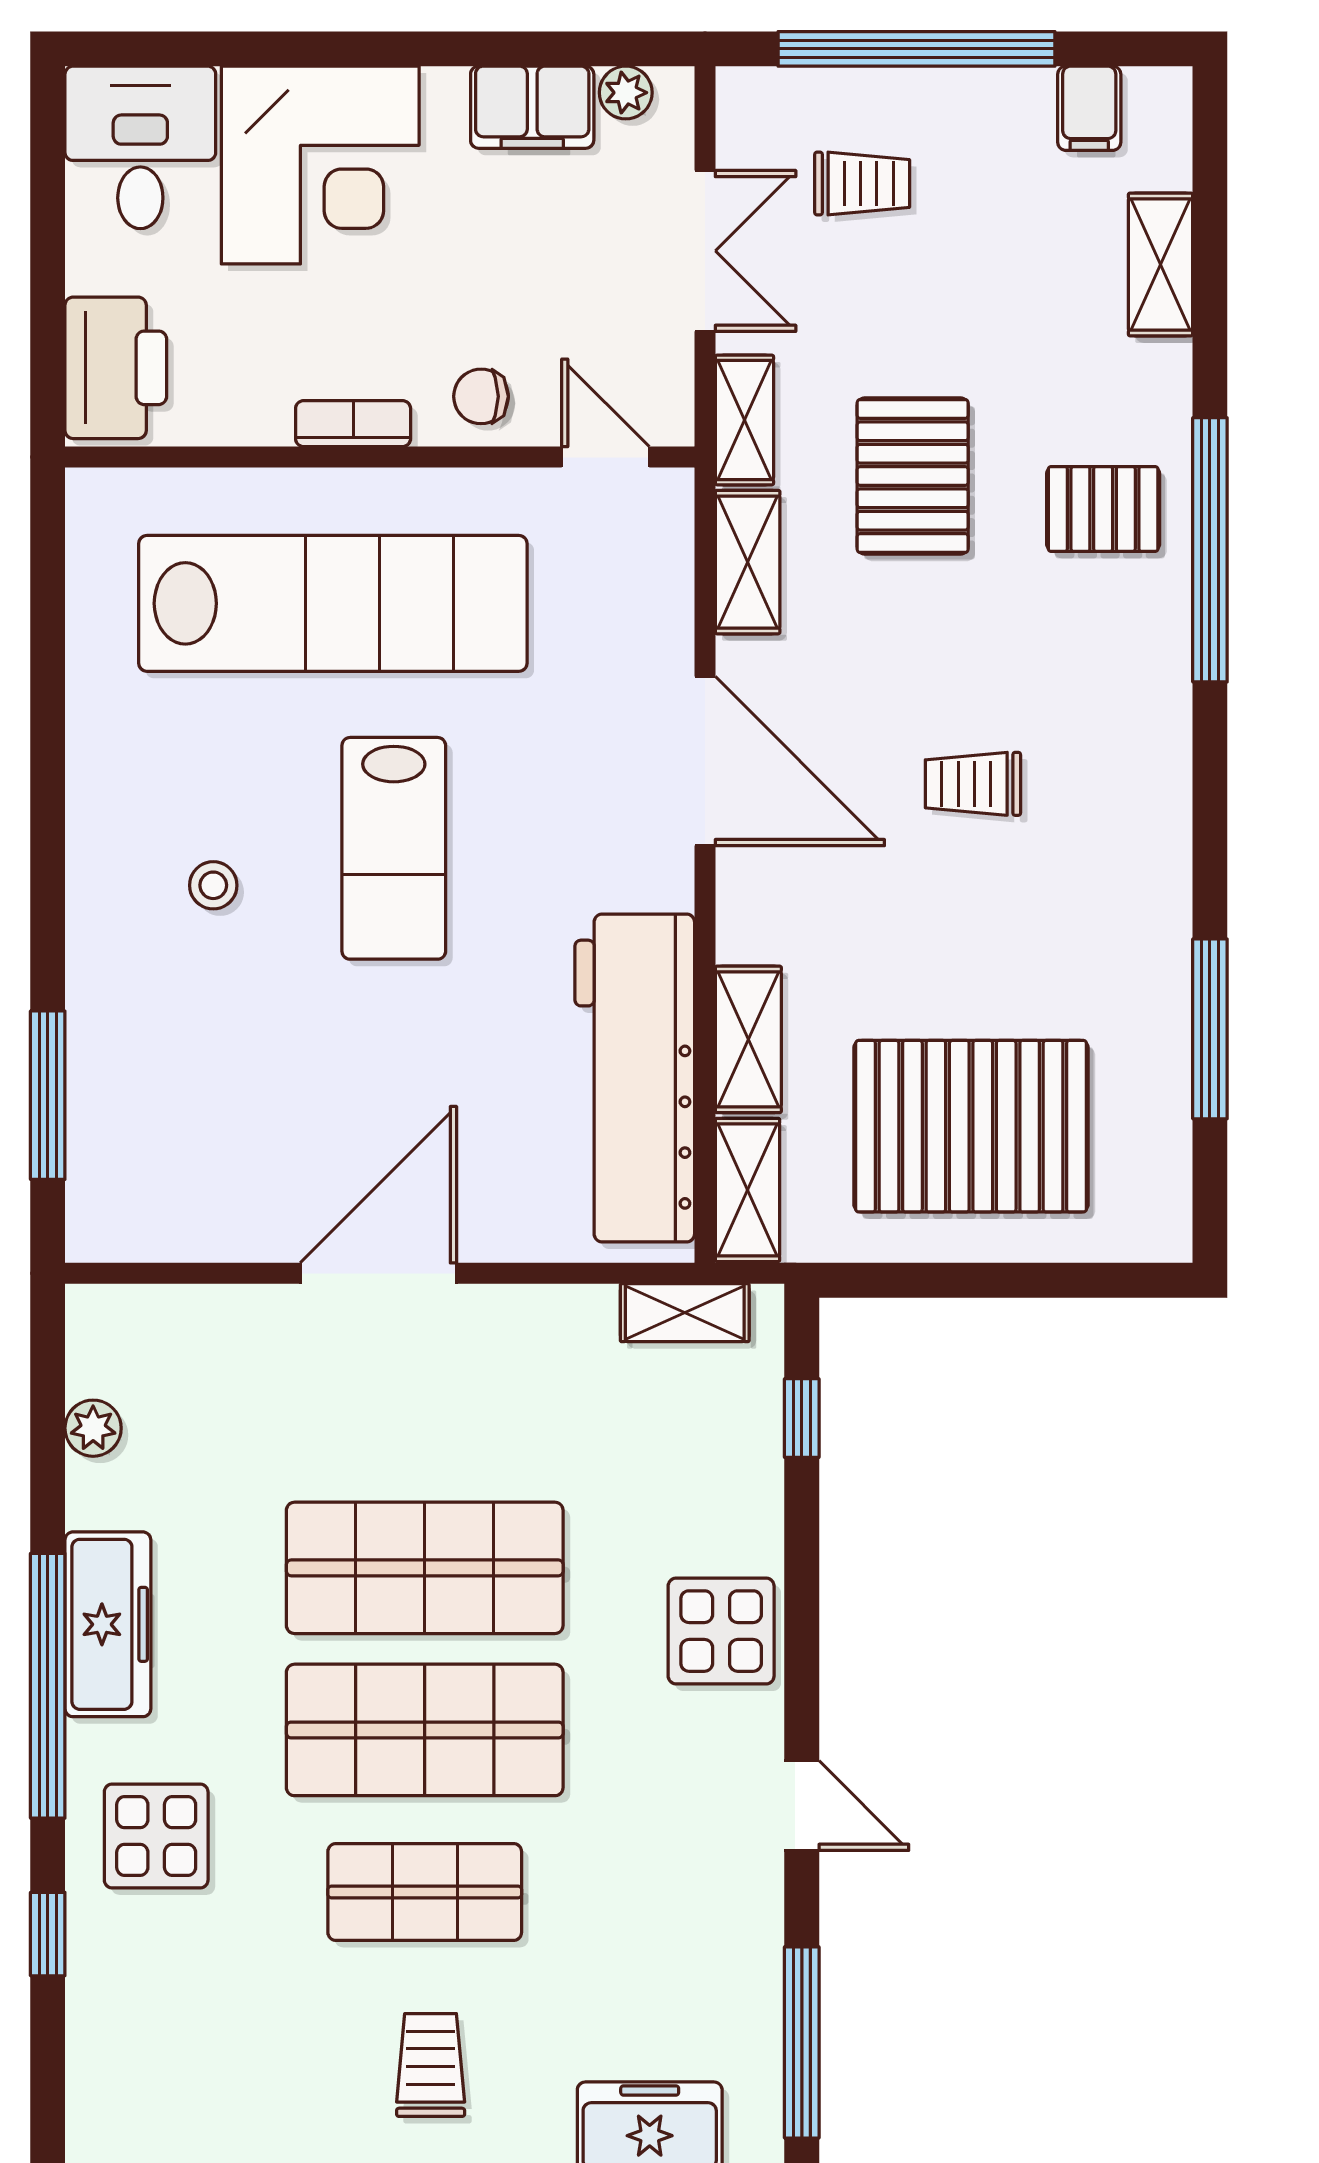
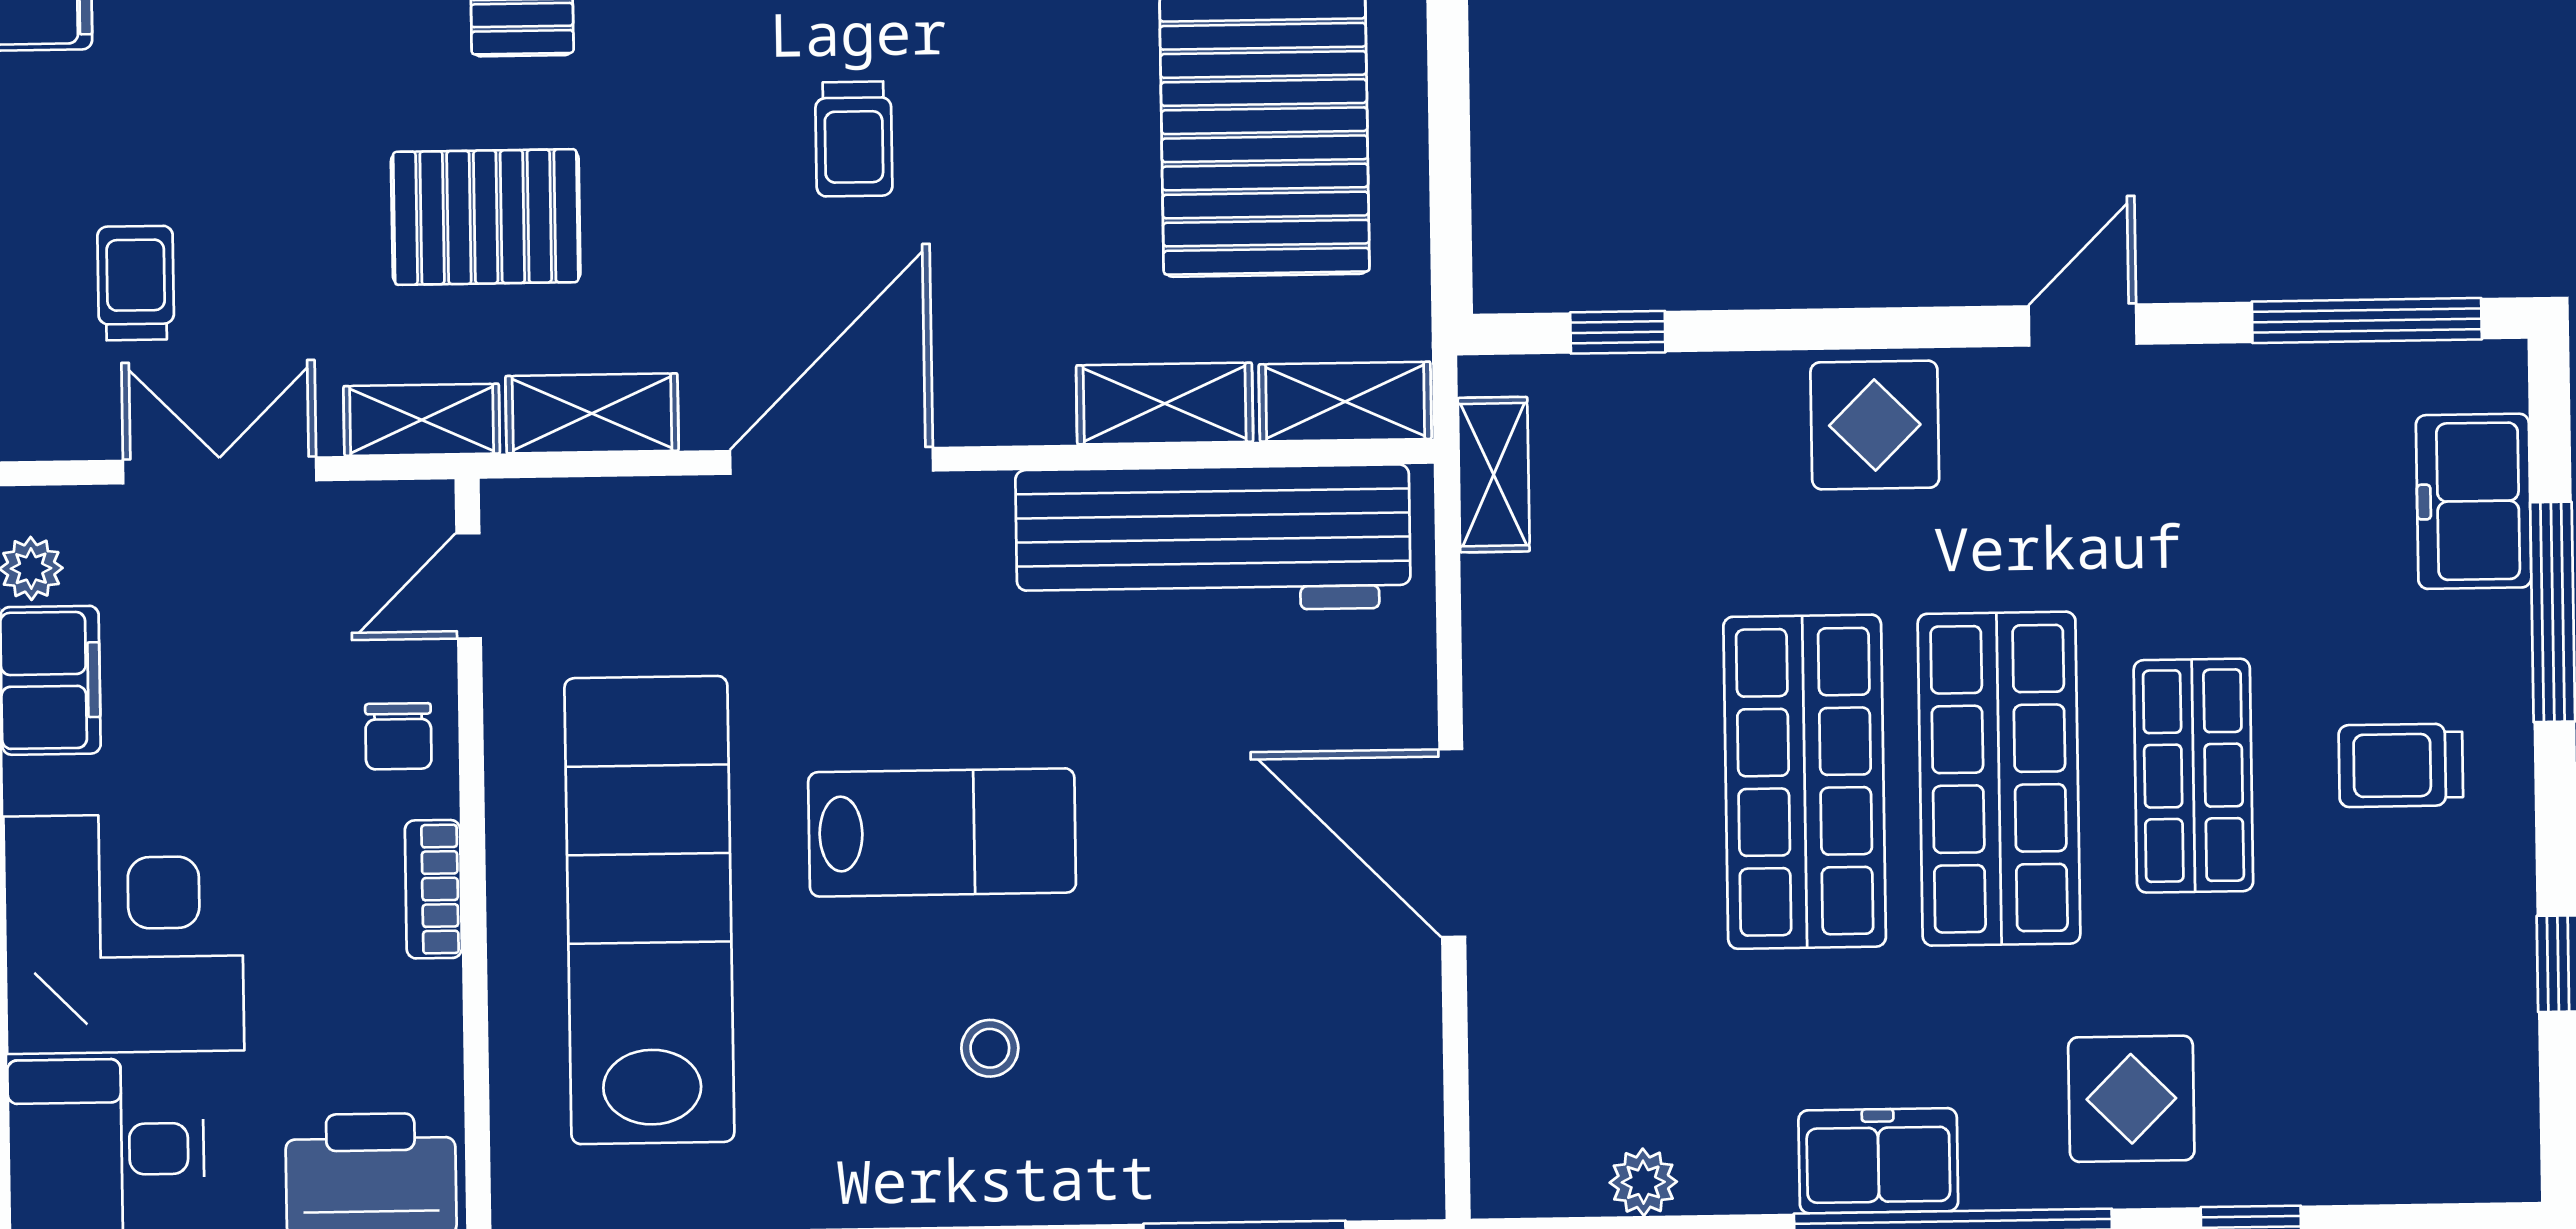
freezer: (108, 1624) -> (1878, 1161), width x0.71

